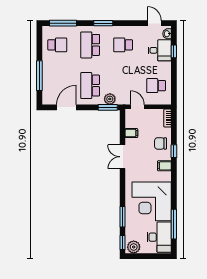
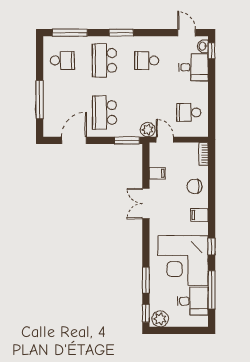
window: (174, 51) -> (212, 51), moved
plant: (110, 99) -> (148, 130), moved
window: (174, 151) -> (212, 247), moved
desk: (159, 237) -> (193, 301), width x0.73

